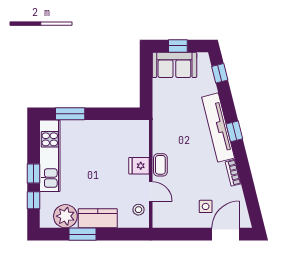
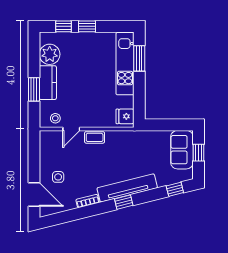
kitchen unit: (50, 156) -> (125, 64), moved, turned 90
fridge: (139, 166) -> (125, 116), moved, turned -90
window: (82, 234) -> (34, 89), moved

